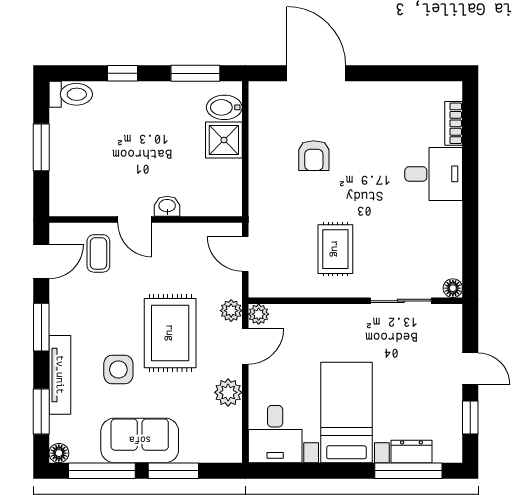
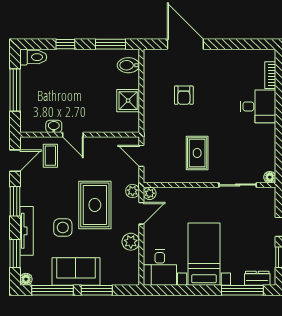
shower: (224, 140) -> (128, 101), moved
window: (41, 147) -> (15, 90), width x1.44
washbasin: (167, 206) -> (54, 126), moved
dresser: (411, 451) -> (257, 278), moved

